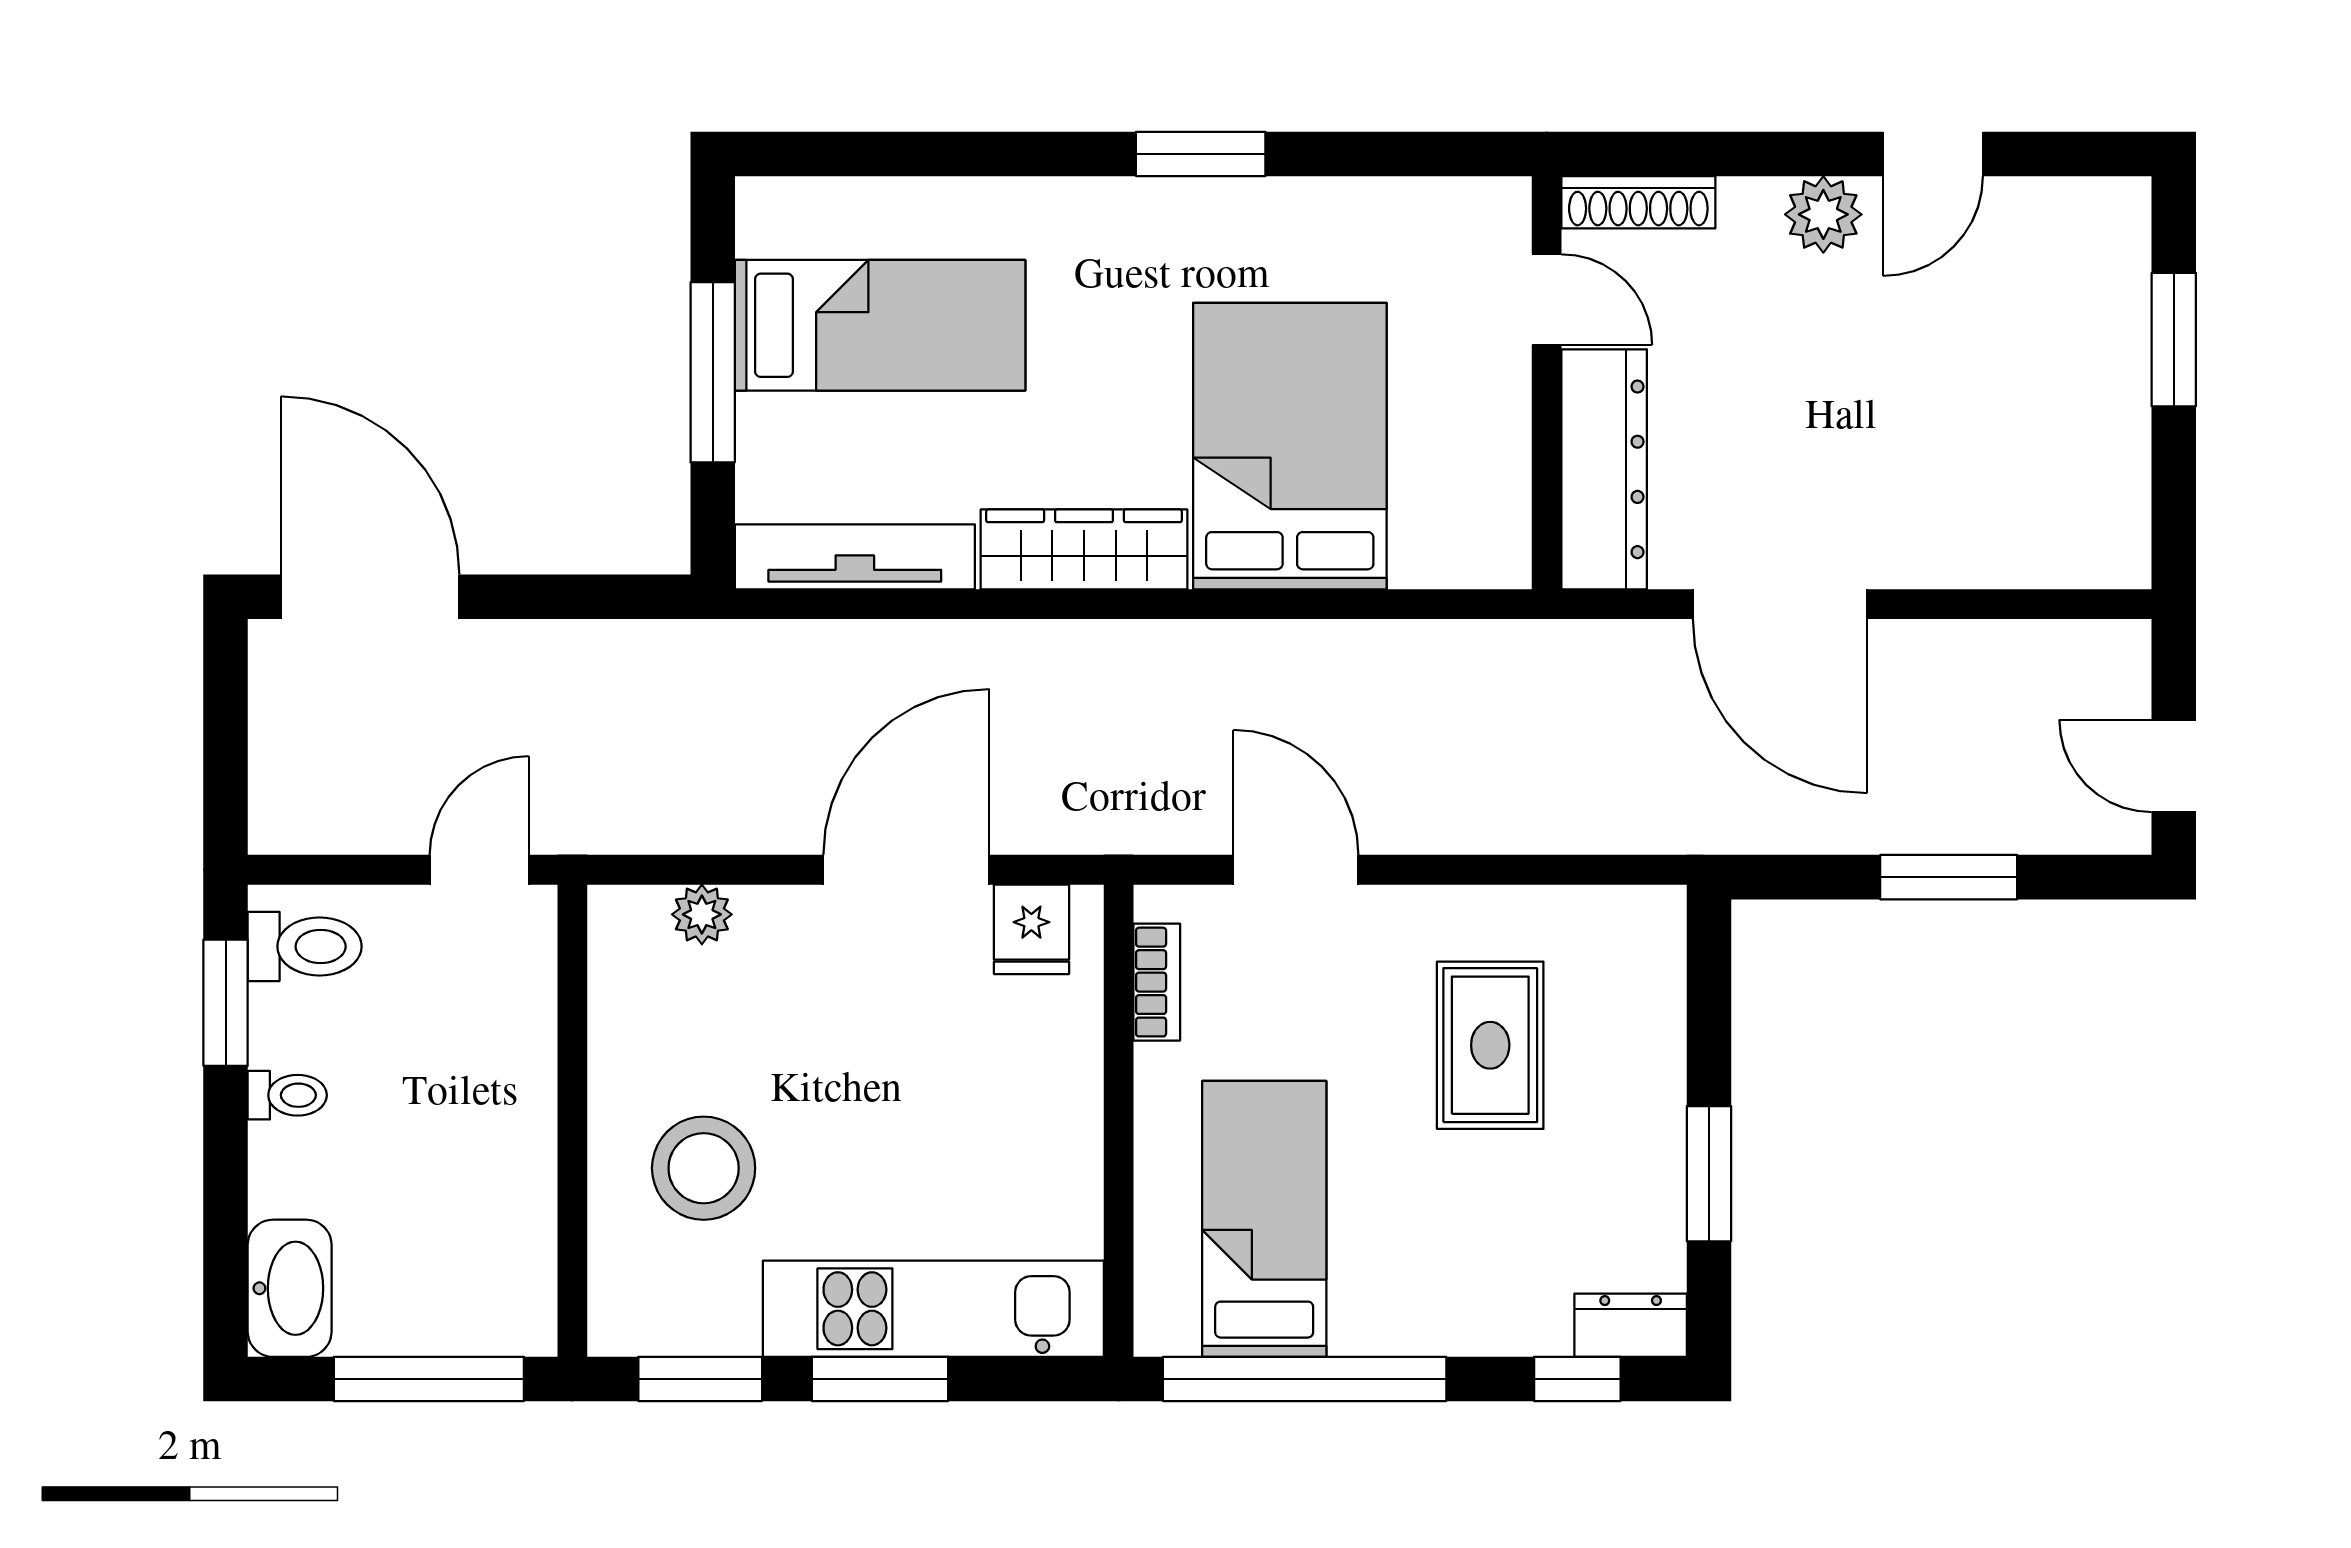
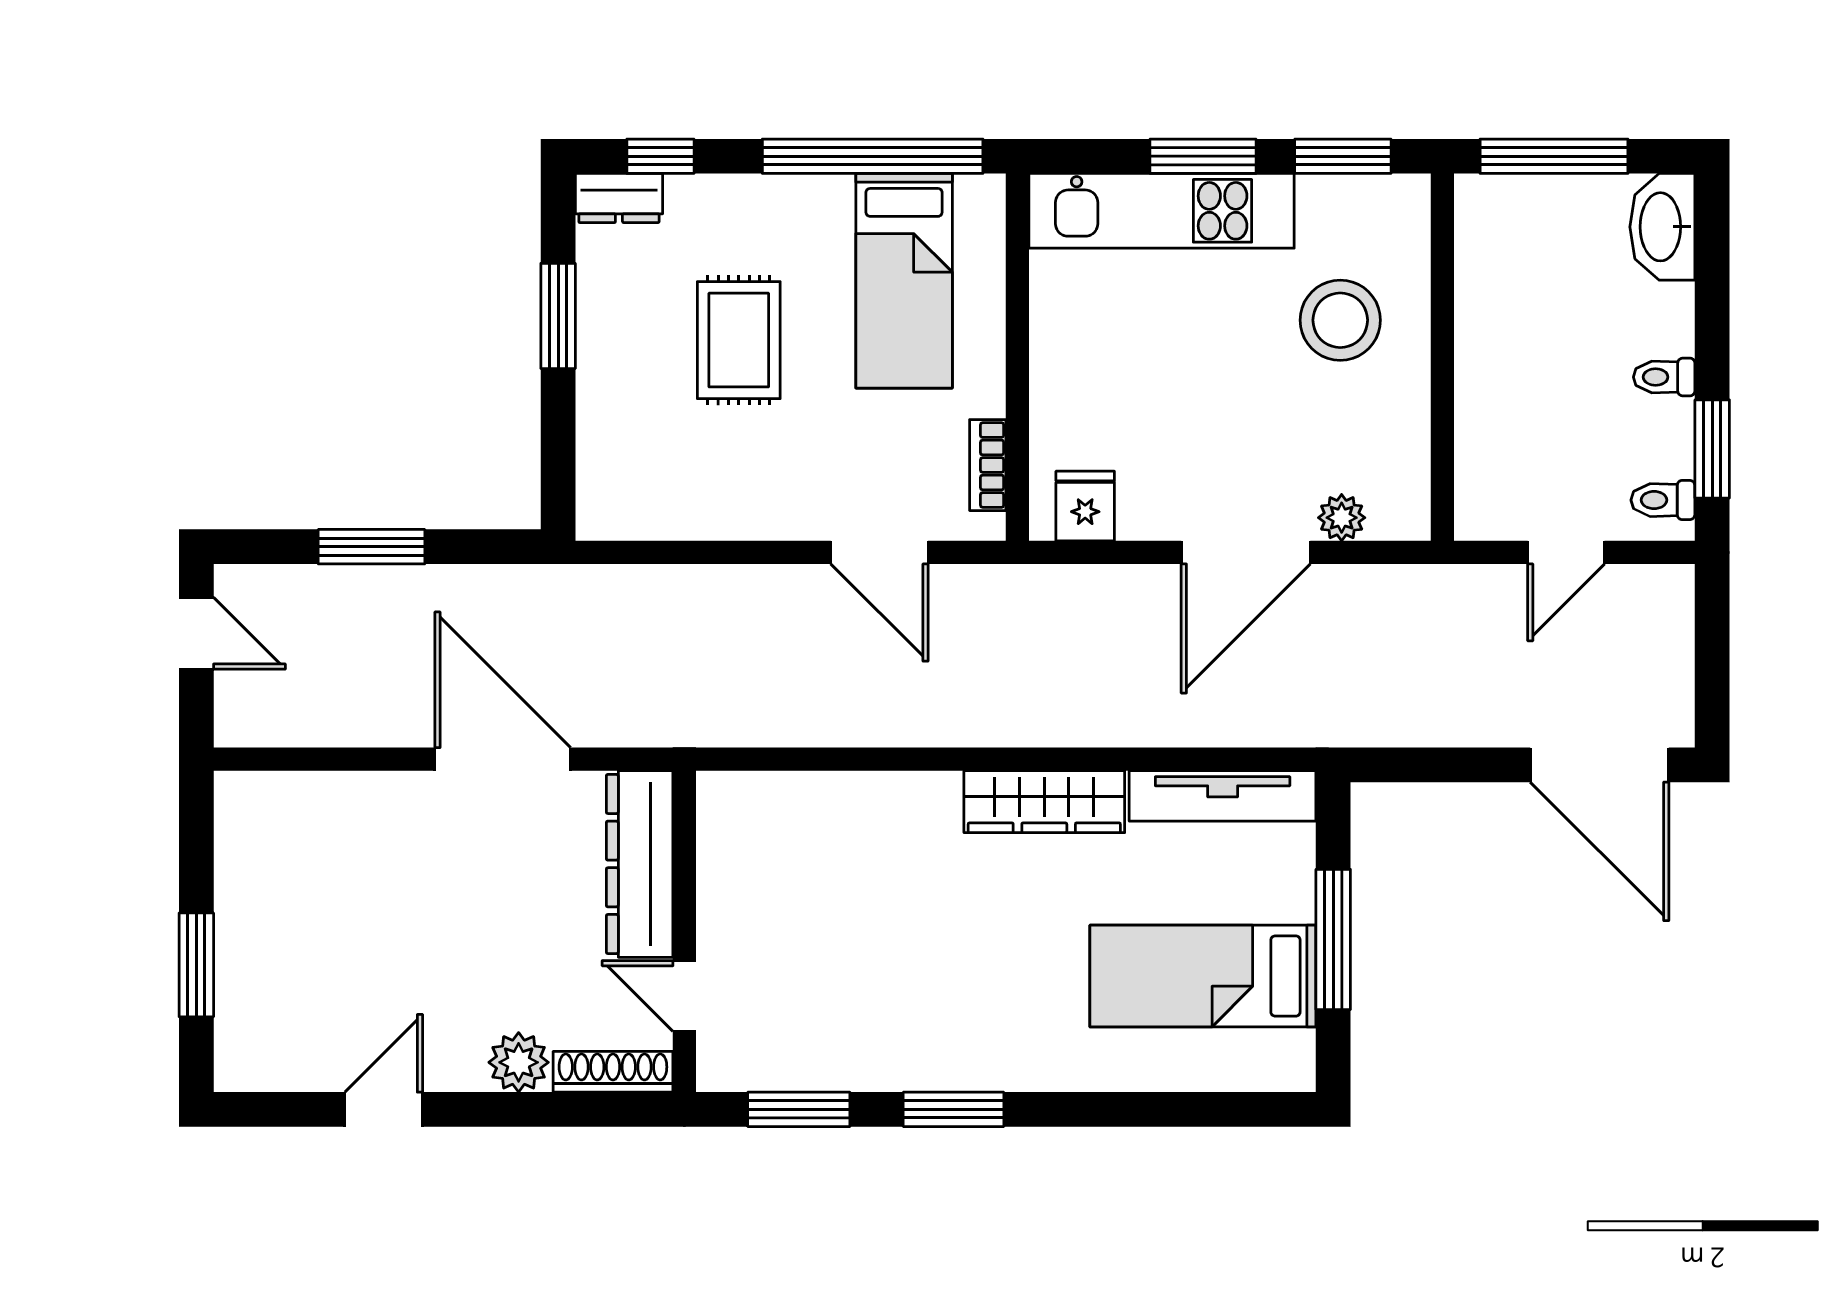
window: (1400, 154) -> (799, 1109), added
plant: (1823, 214) -> (519, 1062), moved
bed: (1290, 446) -> (884, 882), removed
door: (479, 870) -> (1566, 552), moved
door: (906, 870) -> (1246, 552), moved
toilet: (305, 946) -> (1663, 500), width x0.73, depth x0.72
rug: (1490, 1045) -> (739, 340), moved

